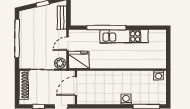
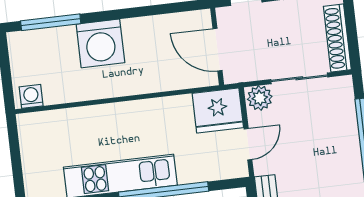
door: (76, 86) -> (217, 50), swing flipped
washing machine: (126, 99) -> (100, 43), width x1.89, depth x1.89

